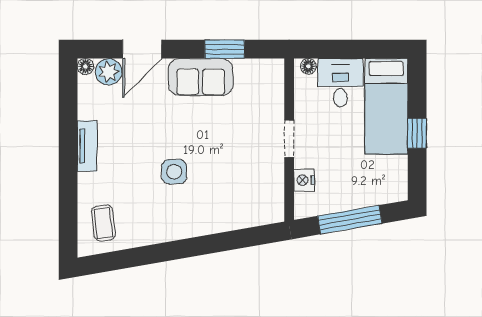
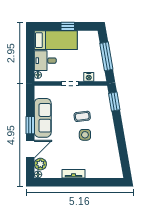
door: (142, 49) -> (30, 149), hinge flipped
window: (225, 49) -> (30, 125), moved
sofa: (201, 77) -> (43, 118), width x1.36
coffee table: (103, 223) -> (82, 116), moved
window: (249, 237) -> (114, 102), added

